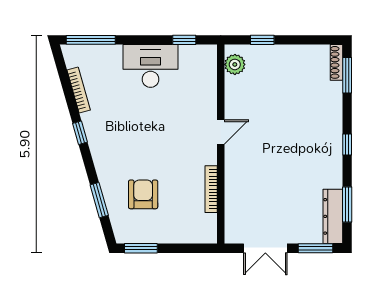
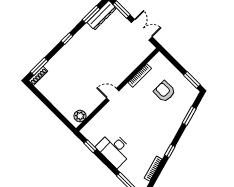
window: (262, 40) -> (59, 115), removed
armchair: (143, 194) -> (164, 91), moved, turned 90

